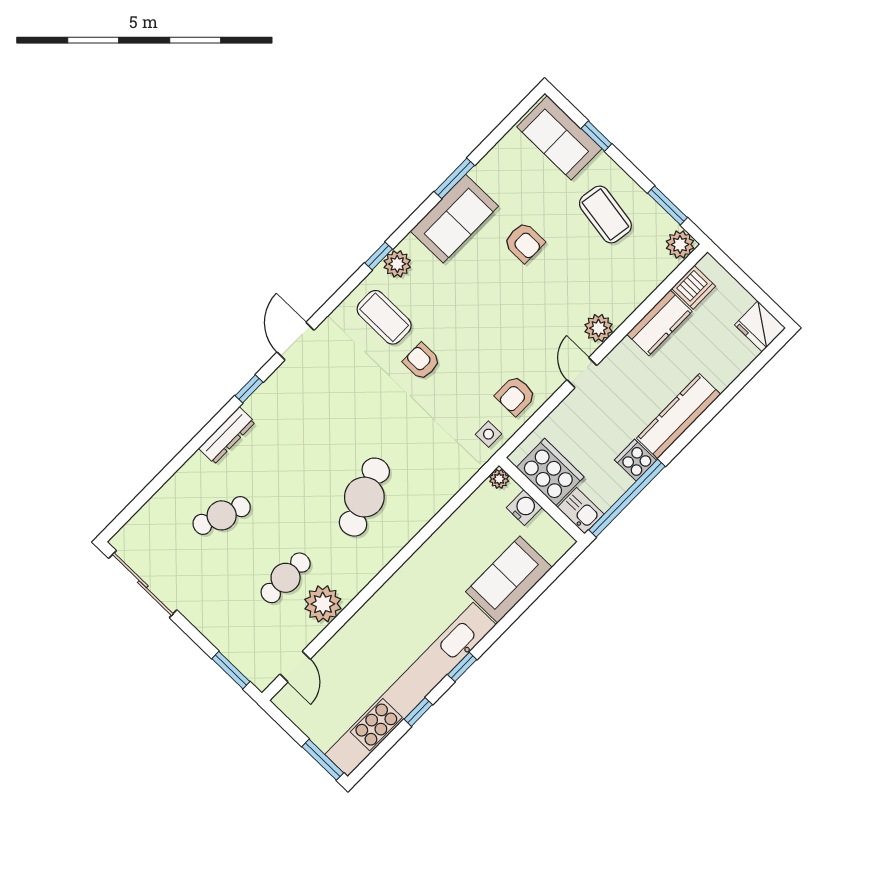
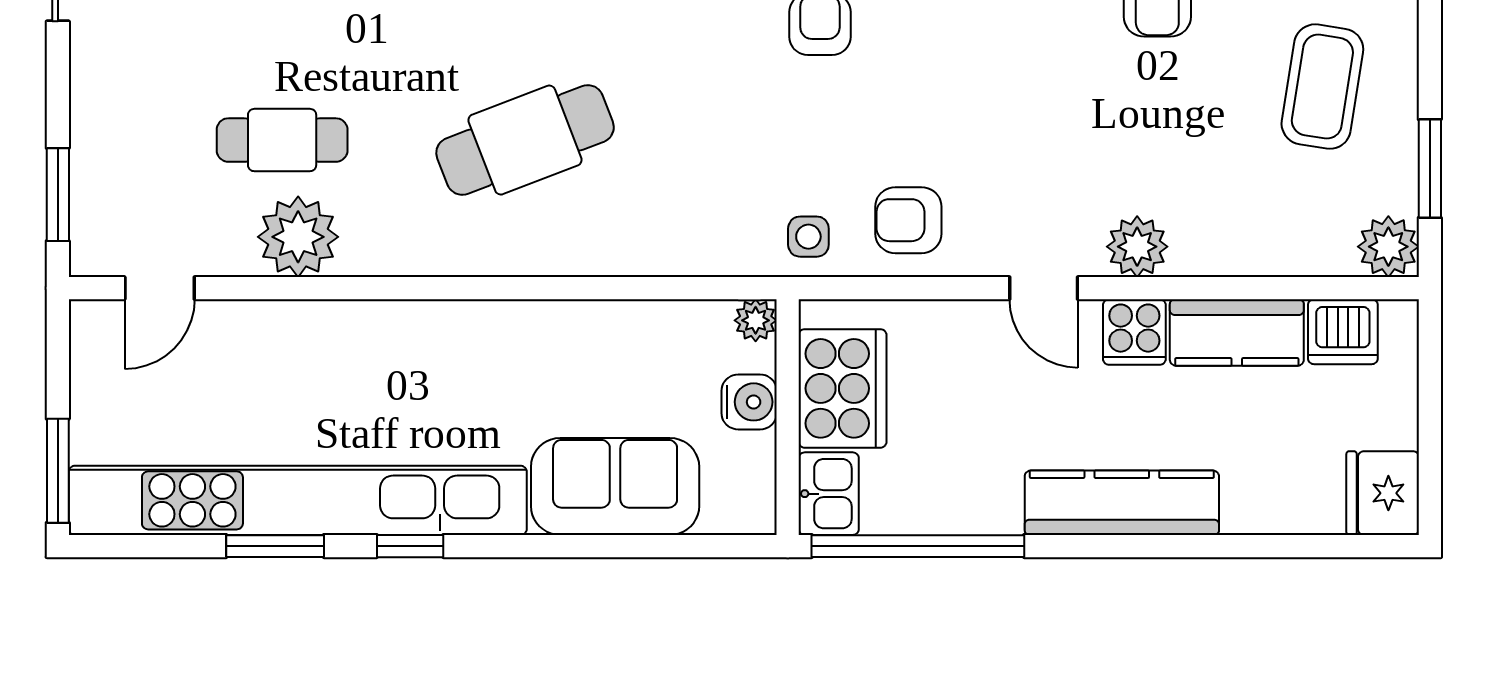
door: (582, 373) -> (1044, 288), swing flipped
cooker: (635, 460) -> (1134, 332), moved, turned 180
window: (418, 712) -> (275, 546), width x1.50

